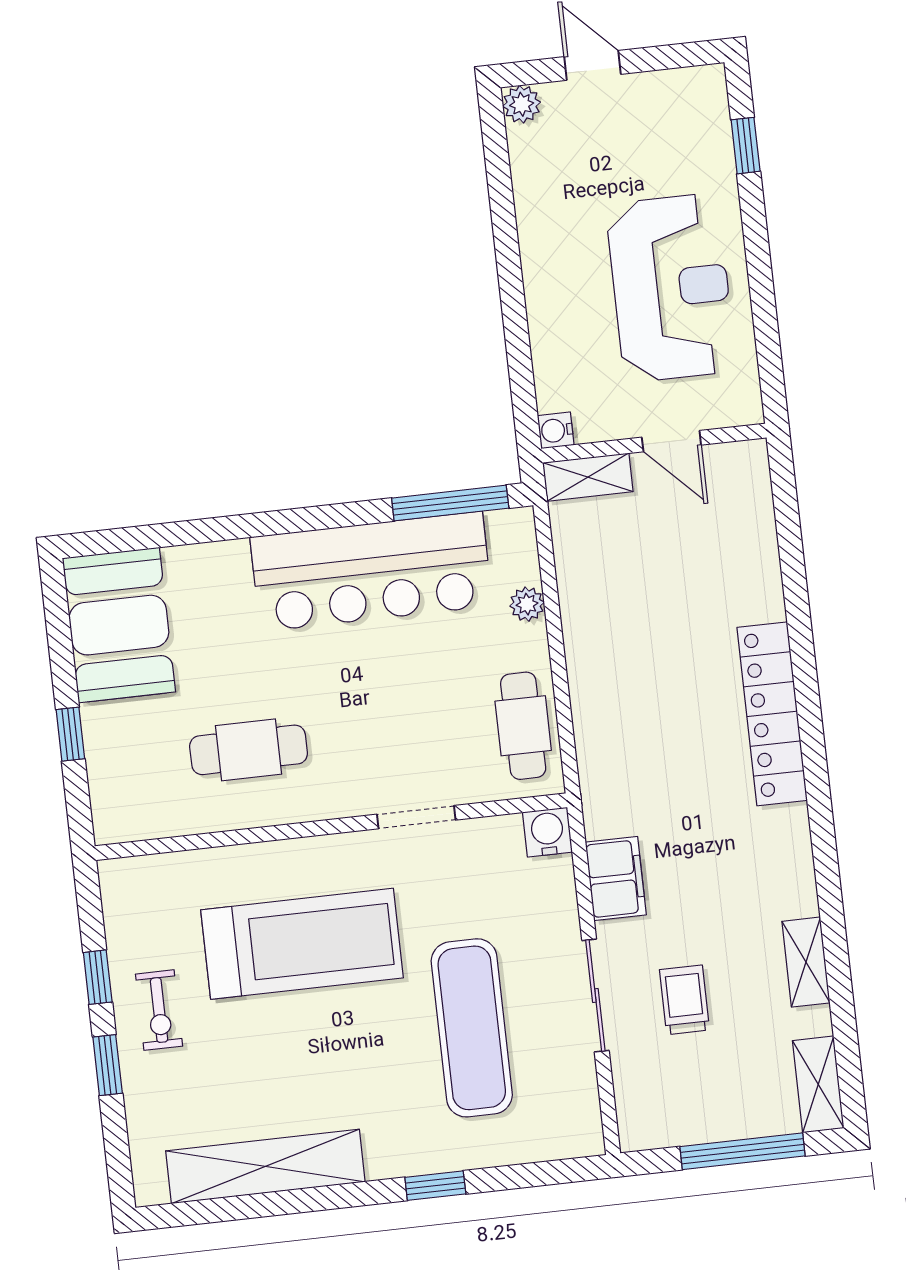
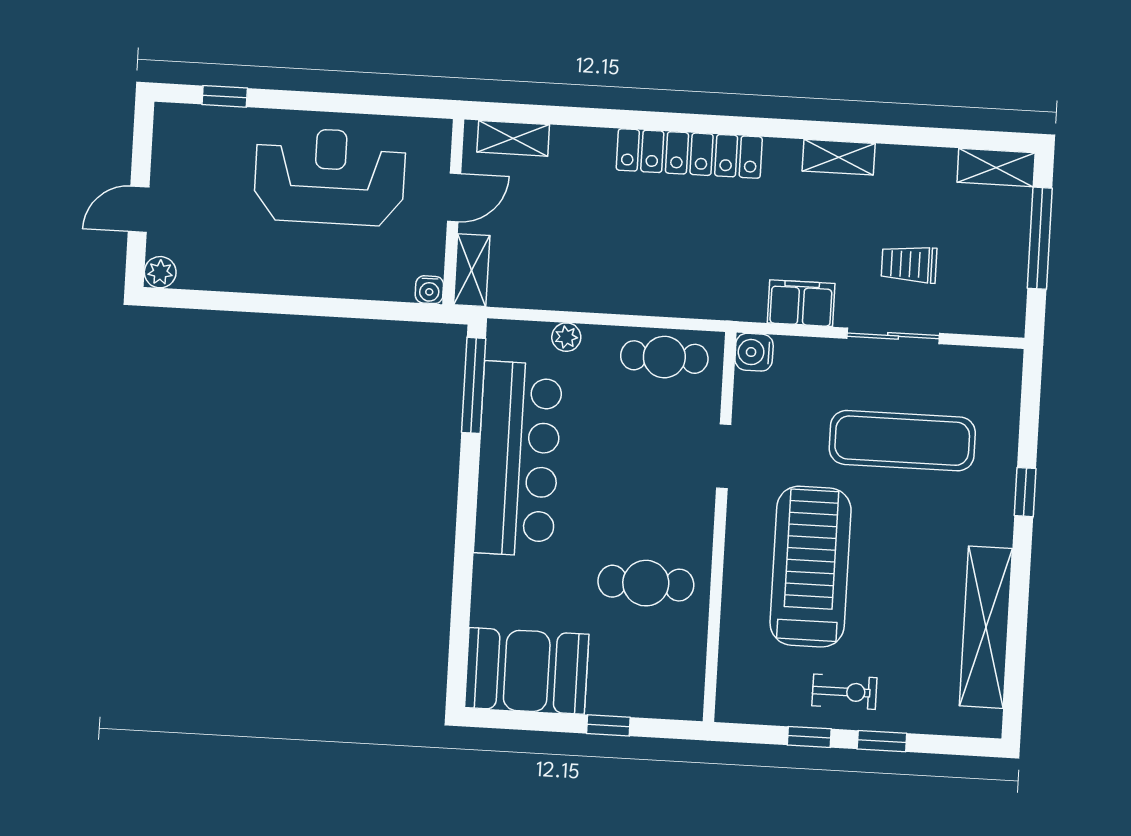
shelving: (754, 500) -> (513, 138), added
cafe table: (249, 750) -> (646, 583), turned 90
shelving: (806, 962) -> (839, 157), moved

